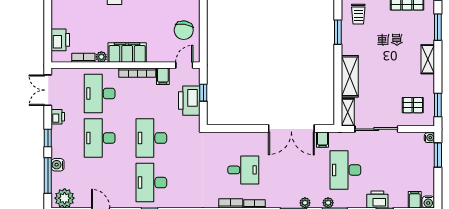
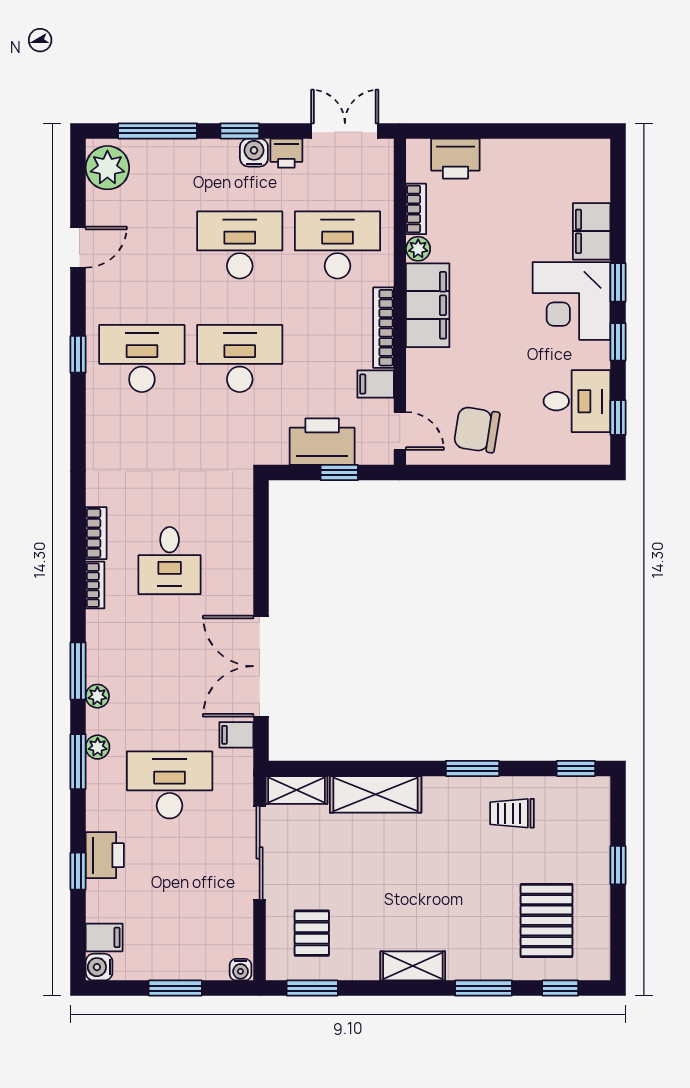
window: (438, 155) -> (175, 988), moved
water cooler: (58, 165) -> (254, 153), moved

